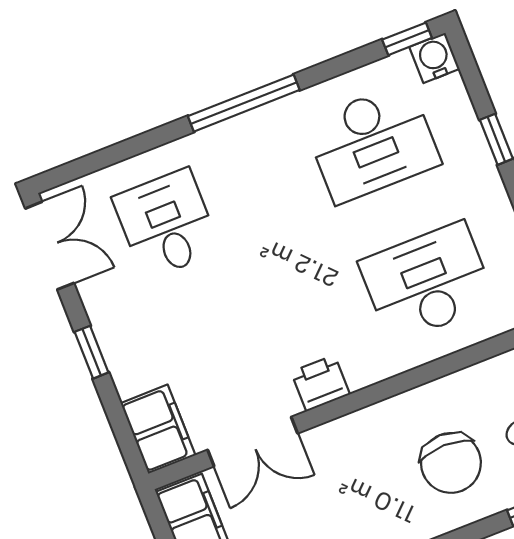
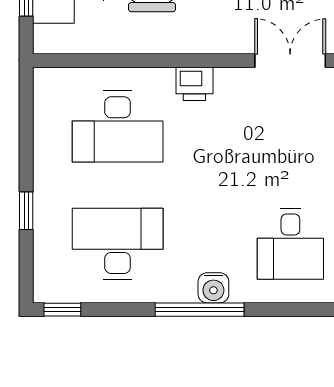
water cooler: (434, 58) -> (213, 288), moved
printer: (320, 383) -> (194, 84), moved

